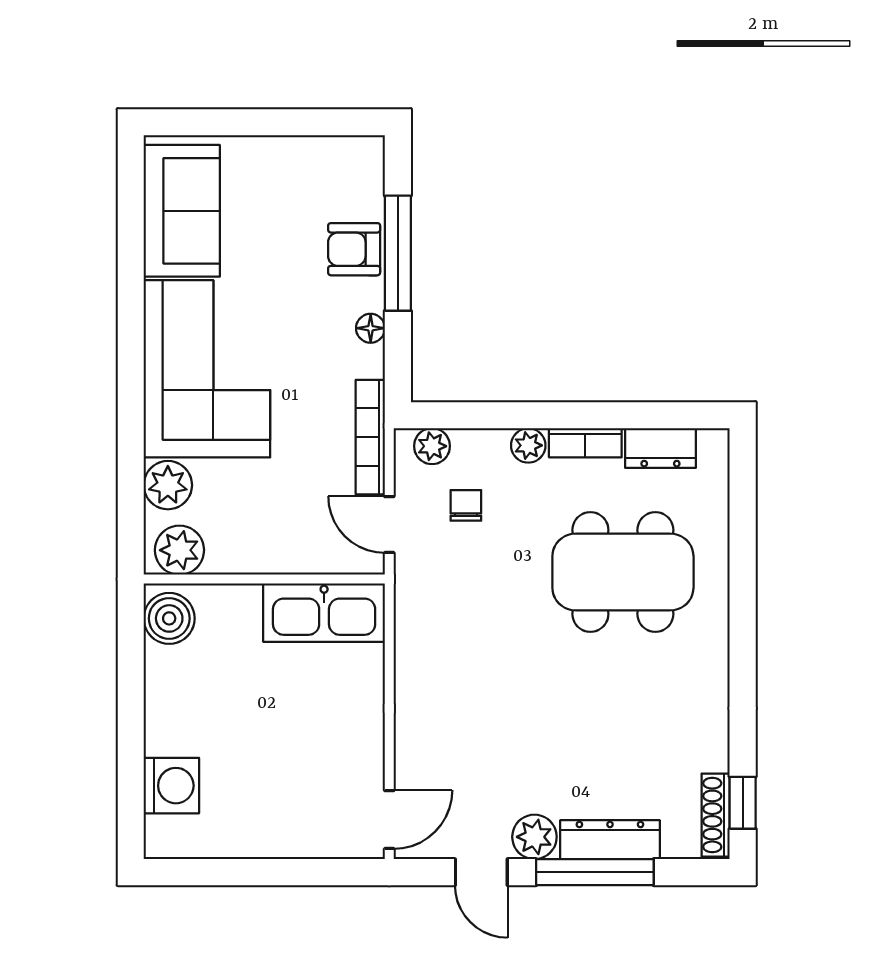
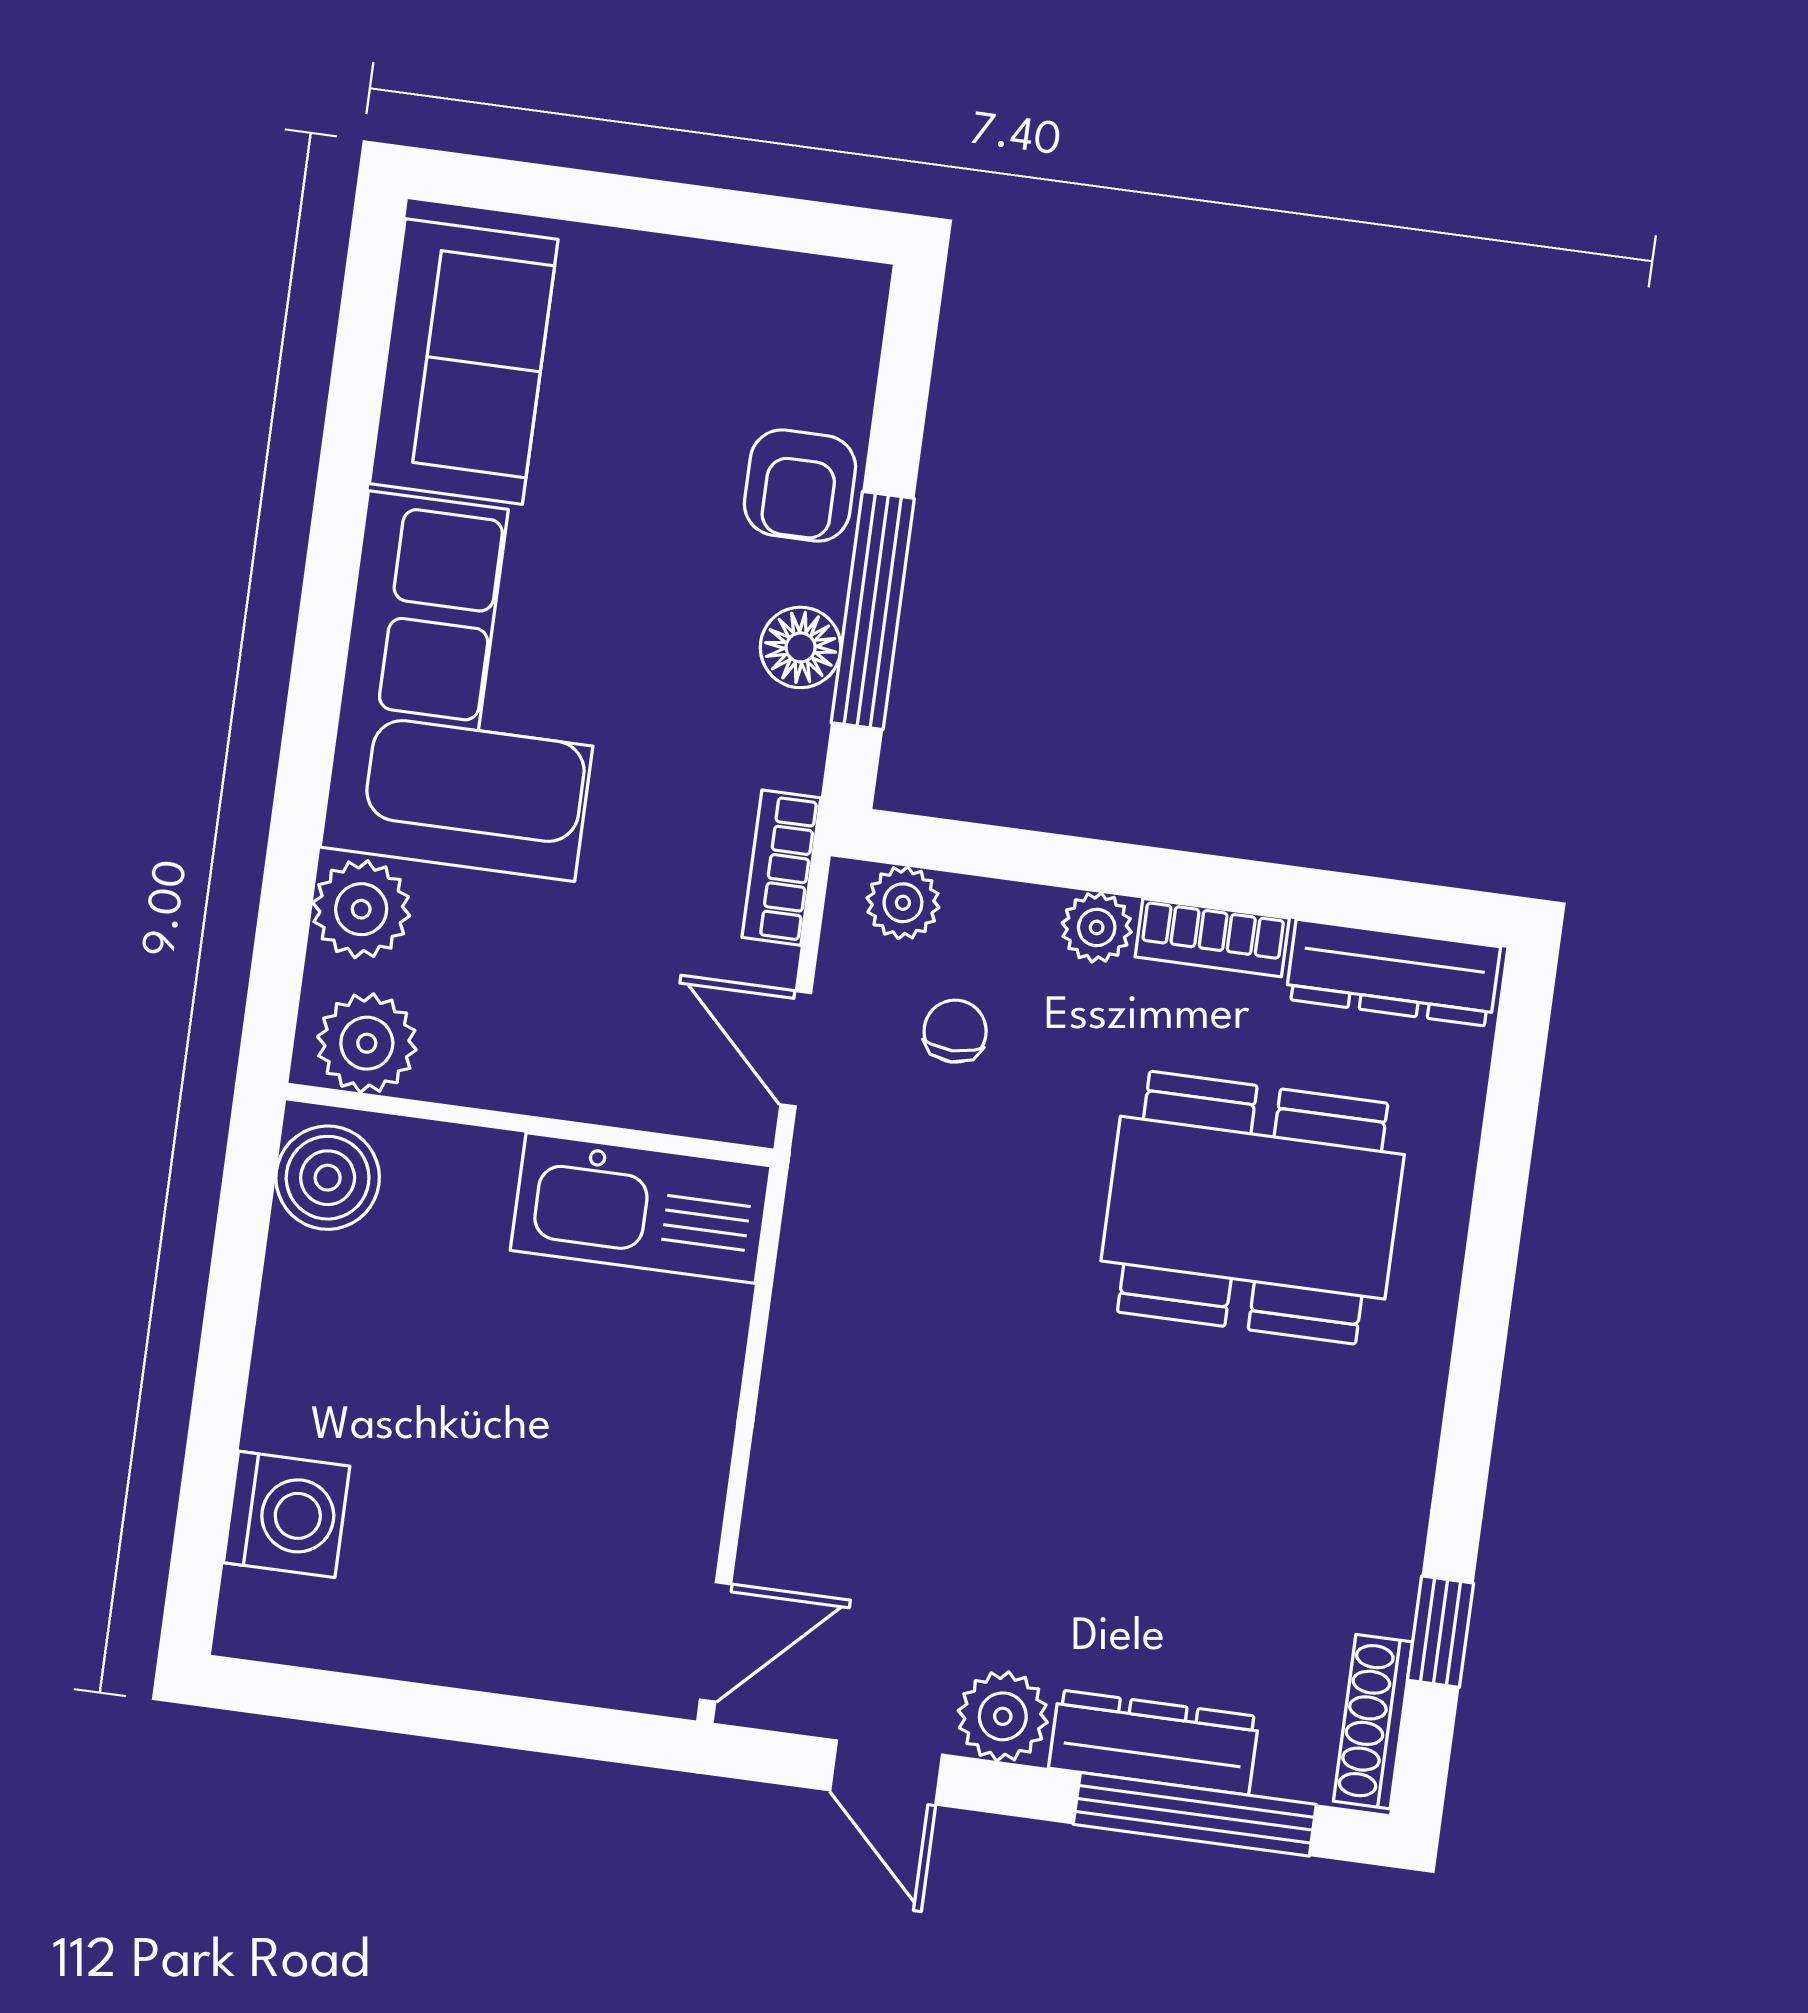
armchair: (354, 249) -> (800, 485), turned -90
window: (398, 253) -> (873, 611), moved
floor lamp: (371, 328) -> (801, 647), width x1.37, depth x1.37
bookcase: (370, 437) -> (781, 868), width x0.64
dresser: (660, 448) -> (1393, 973), width x1.44
window: (743, 803) -> (1441, 1632), moved
window: (595, 872) -> (1195, 1814), moved

